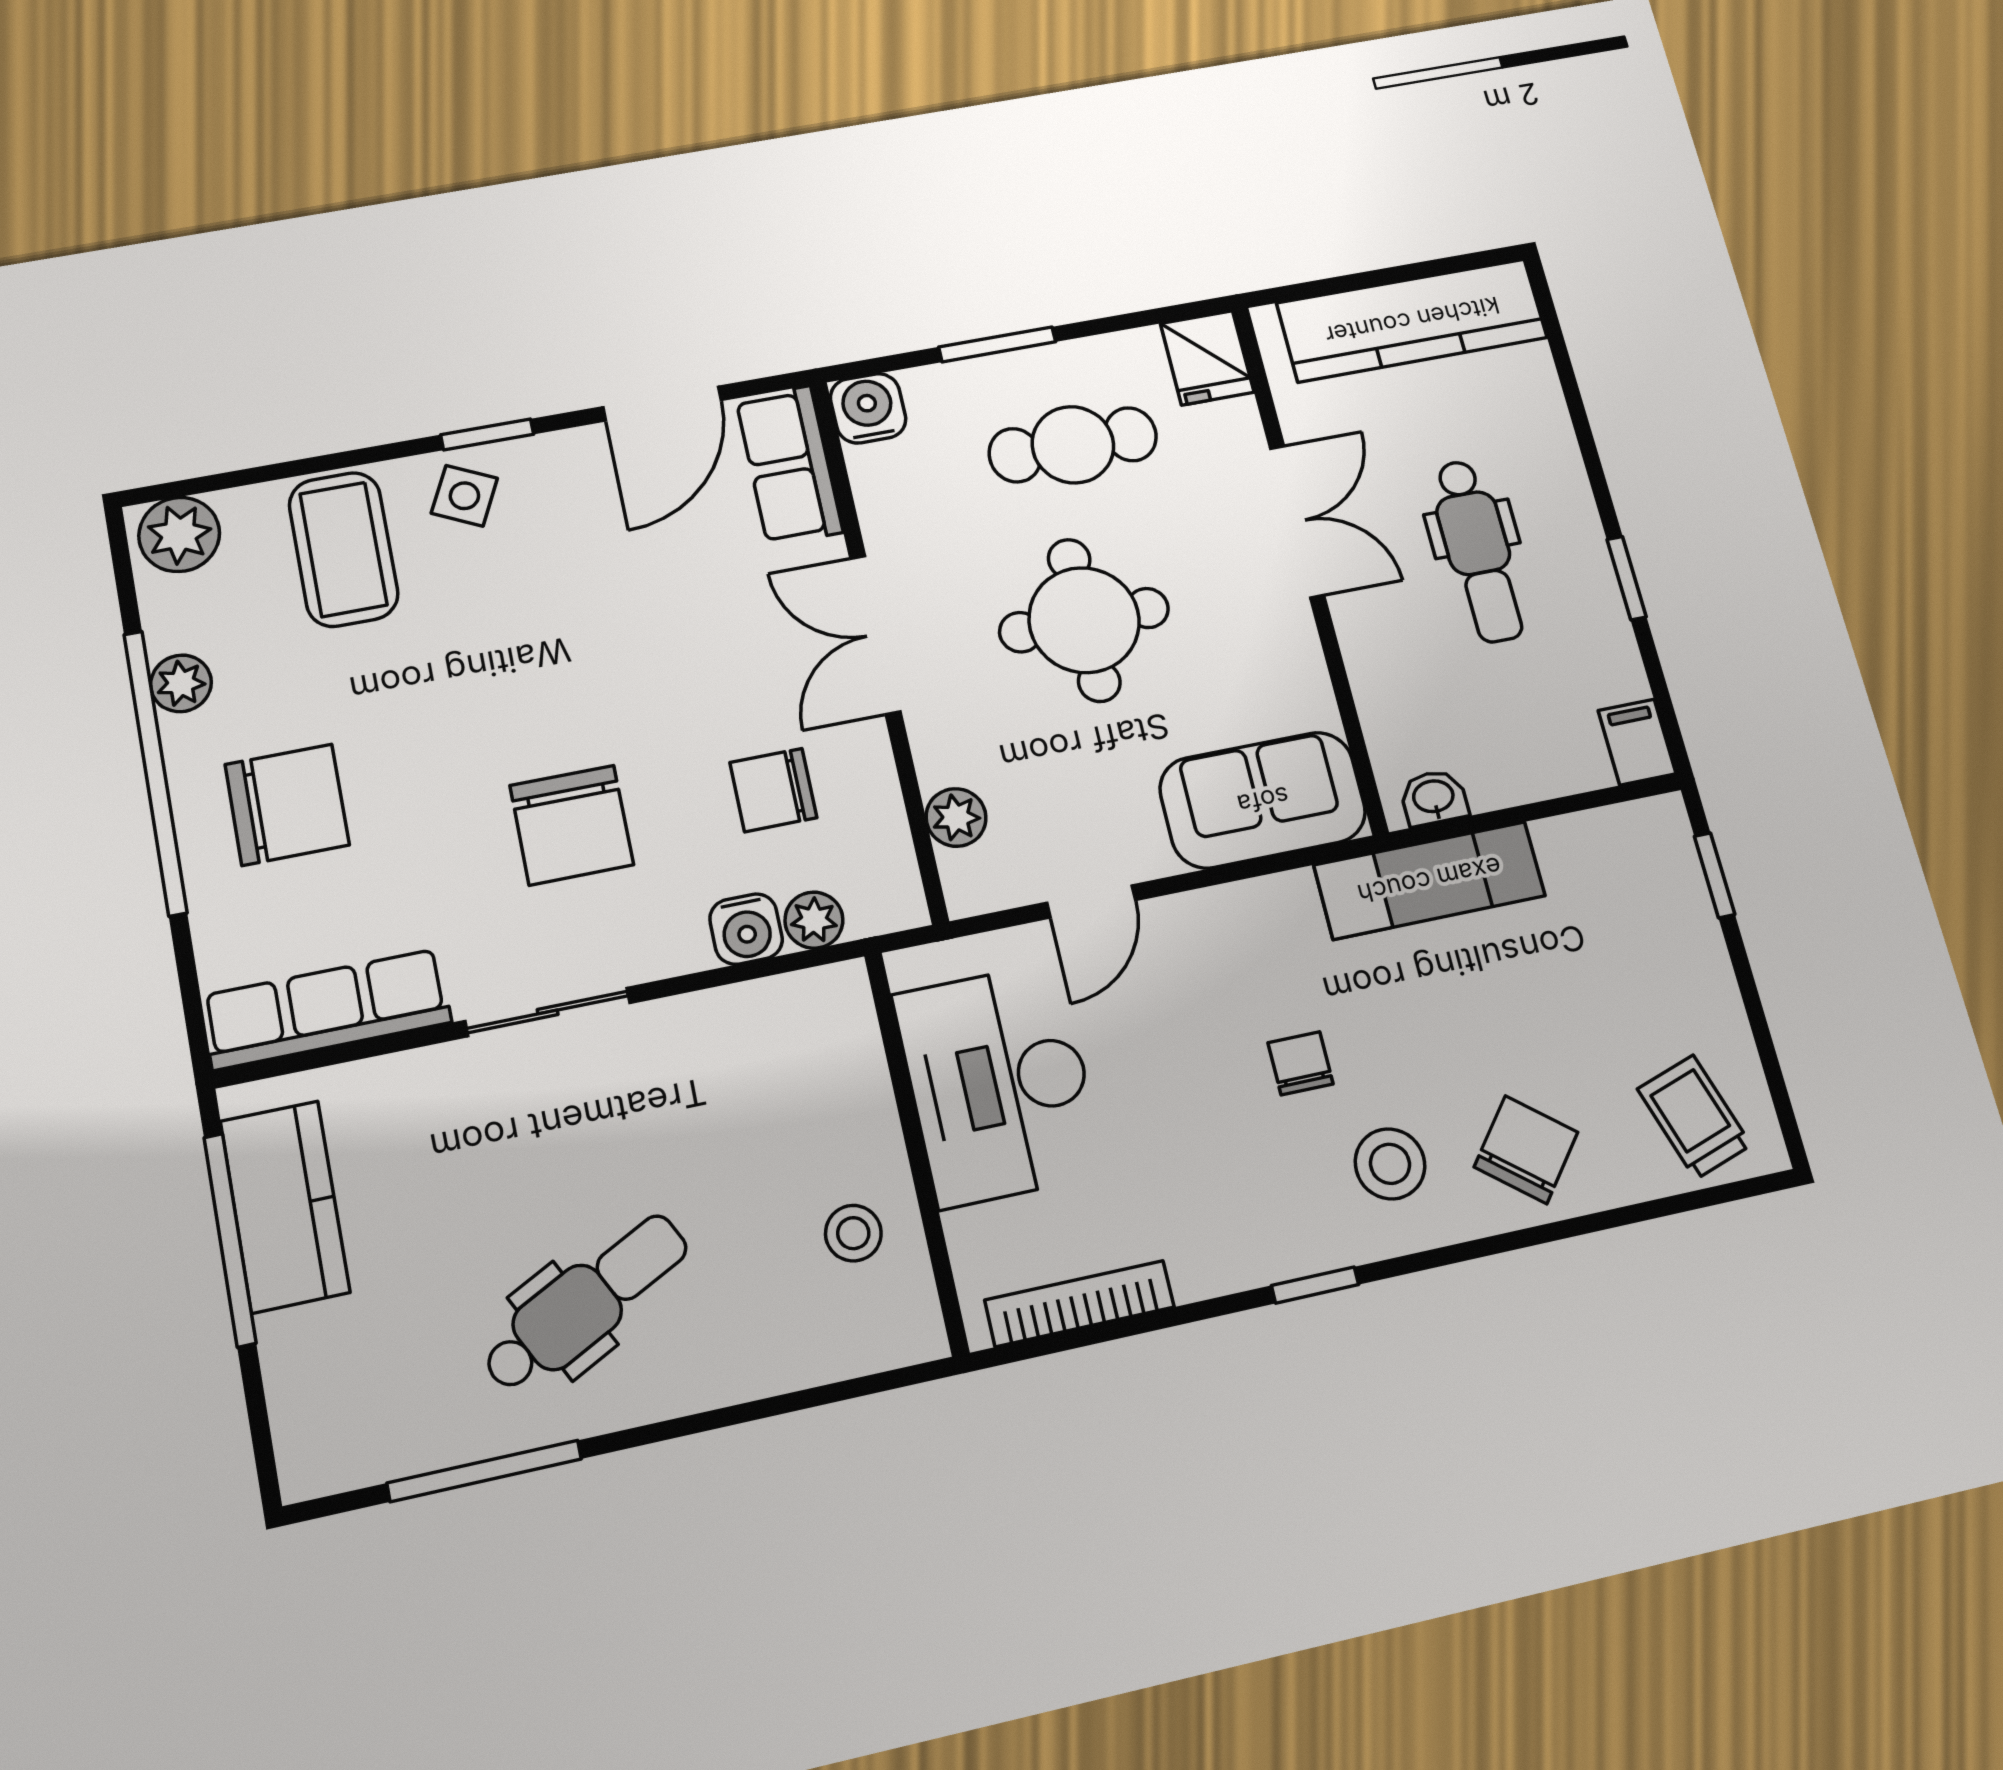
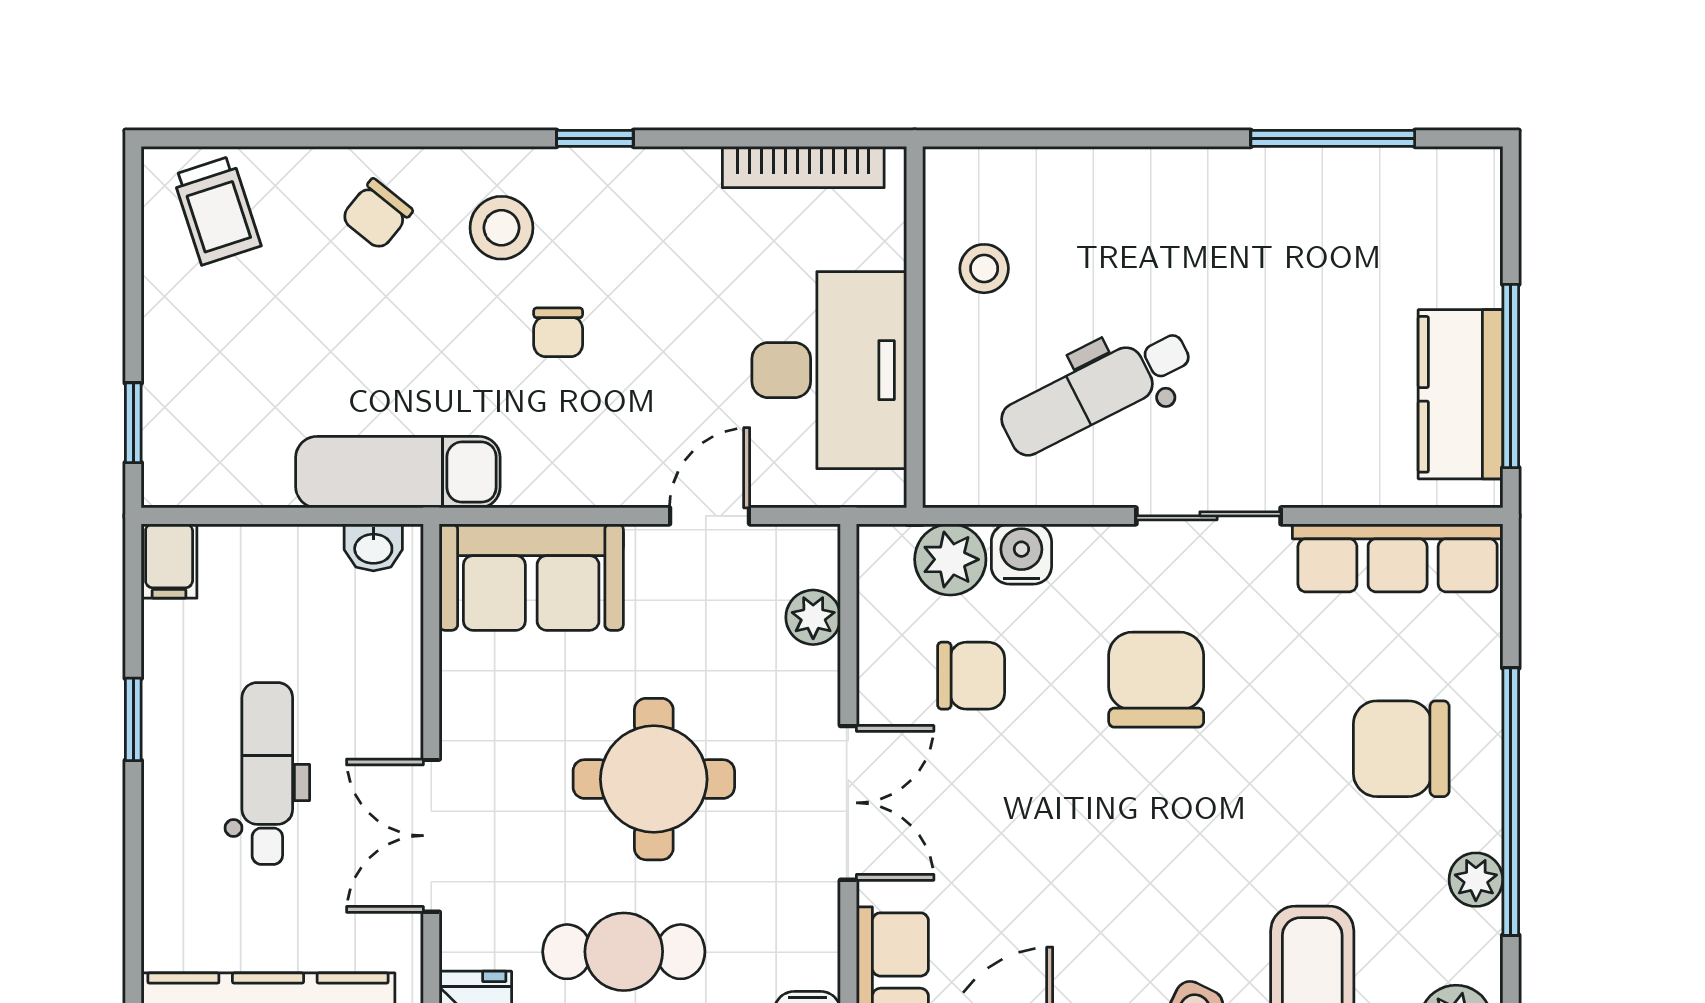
plant: (814, 920) -> (950, 559), width x1.38, depth x1.38
chair: (1526, 1150) -> (377, 214), width x0.73, depth x0.73
dental chair: (586, 1303) -> (1096, 392), moved

